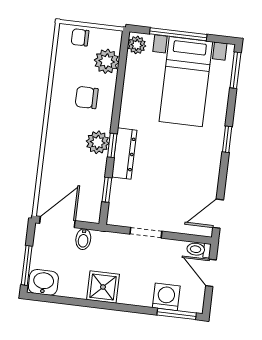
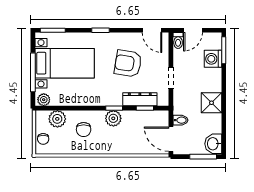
dresser: (124, 154) -> (140, 99), moved
armchair: (174, 173) -> (128, 63), added

